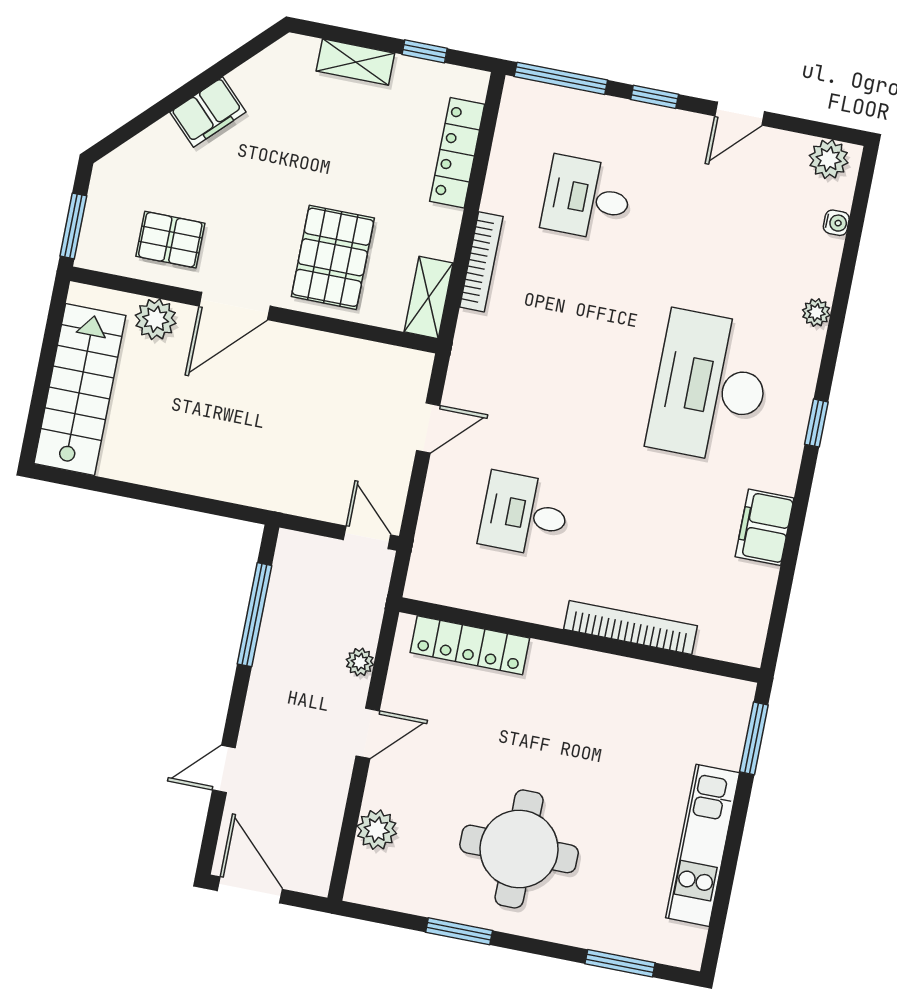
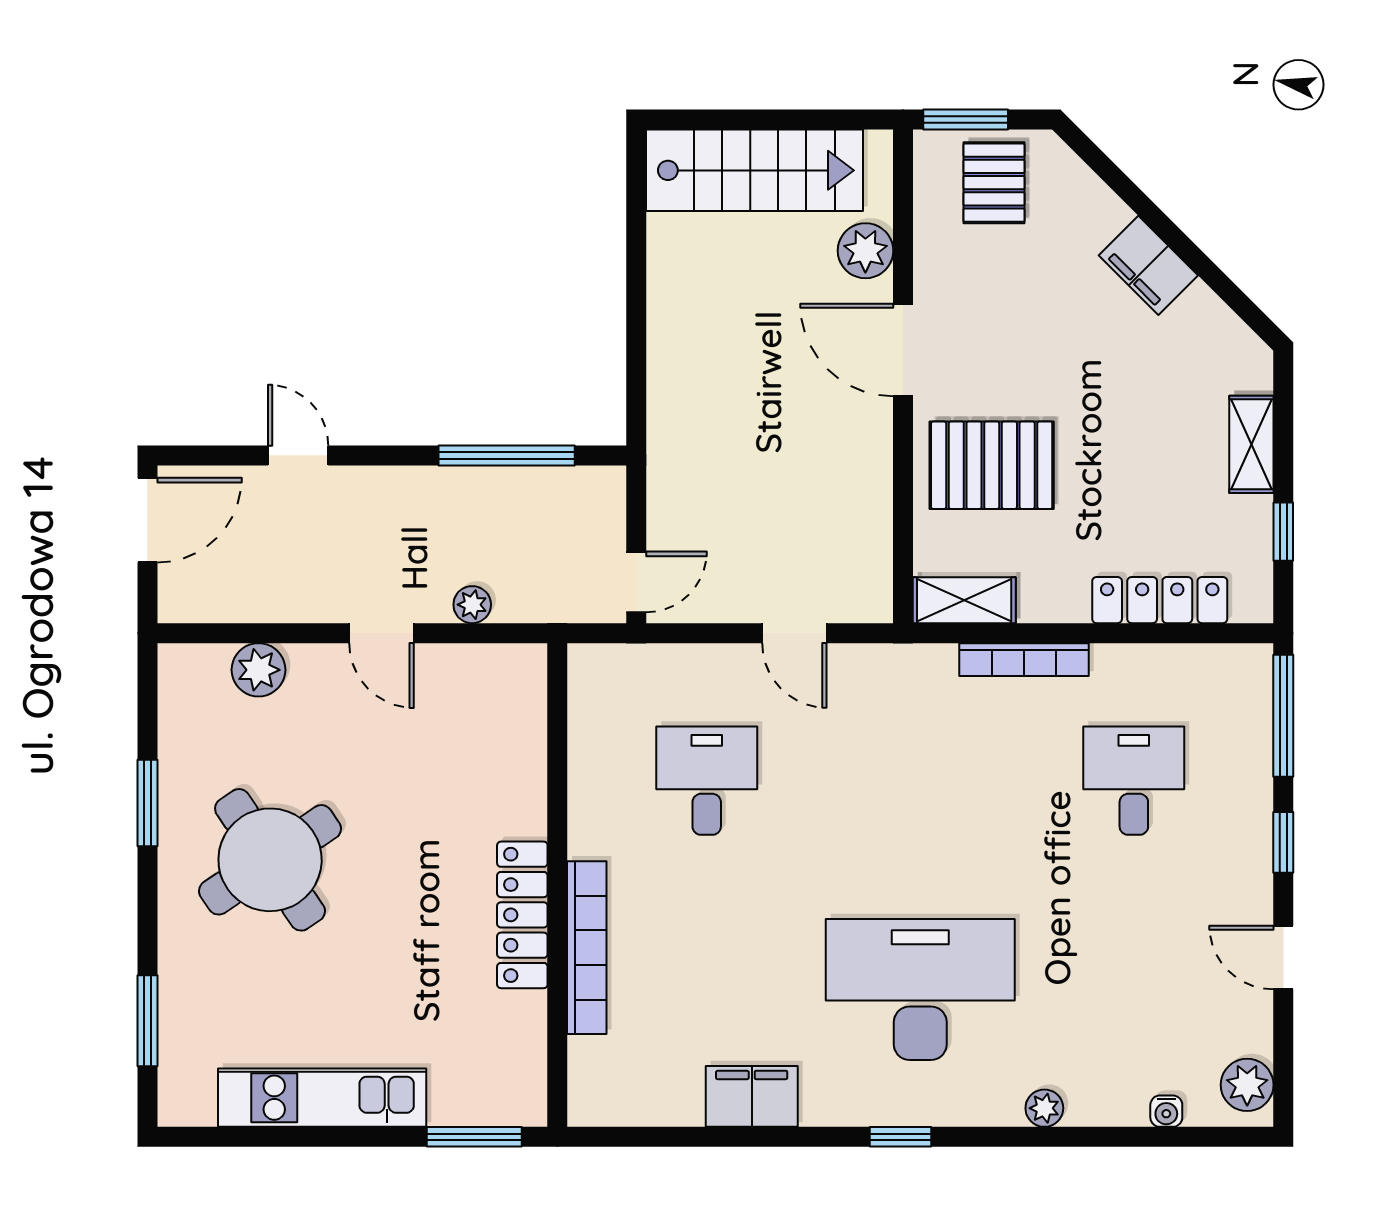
pallet: (170, 240) -> (994, 183), moved
locker: (470, 645) -> (522, 915), moved
round table: (519, 849) -> (270, 860), turned -34

